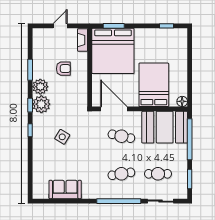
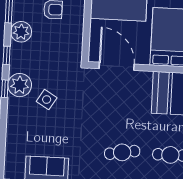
plant: (41, 104) -> (20, 85), moved
cafe table: (121, 136) -> (125, 103), removed

